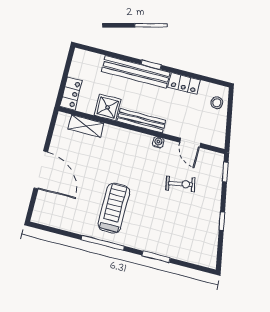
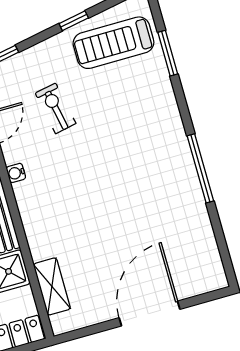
treadmill: (114, 208) -> (113, 43), moved
window: (156, 257) -> (168, 53), moved

